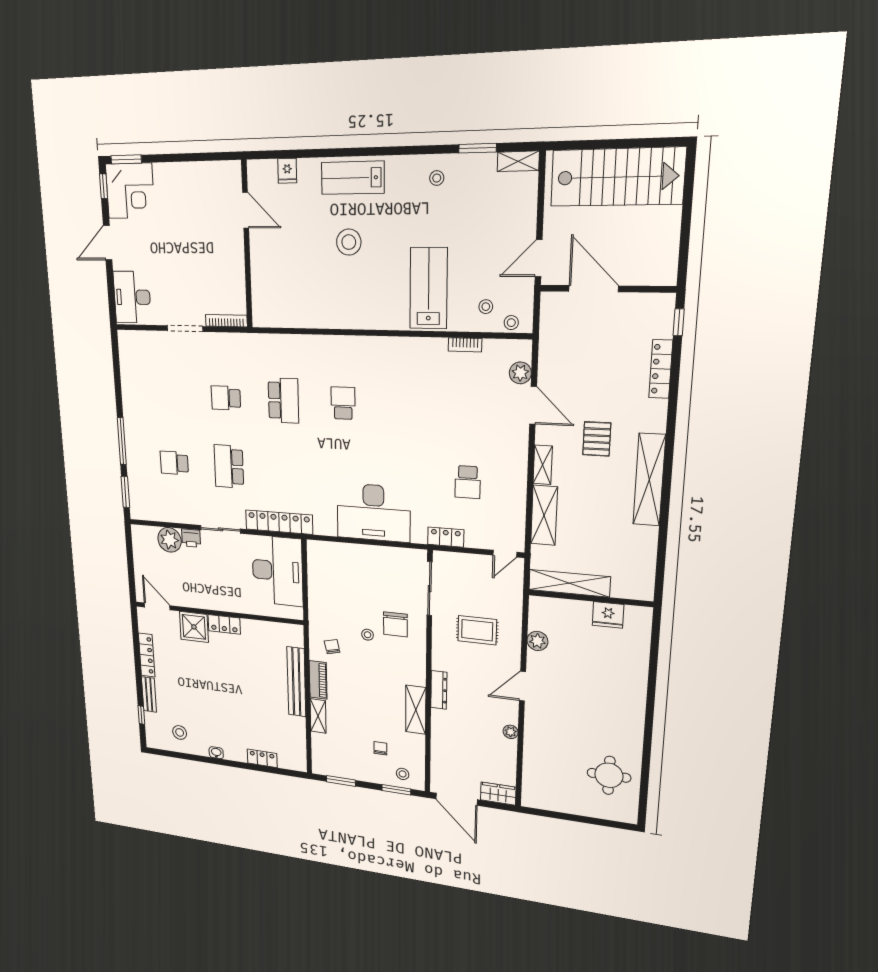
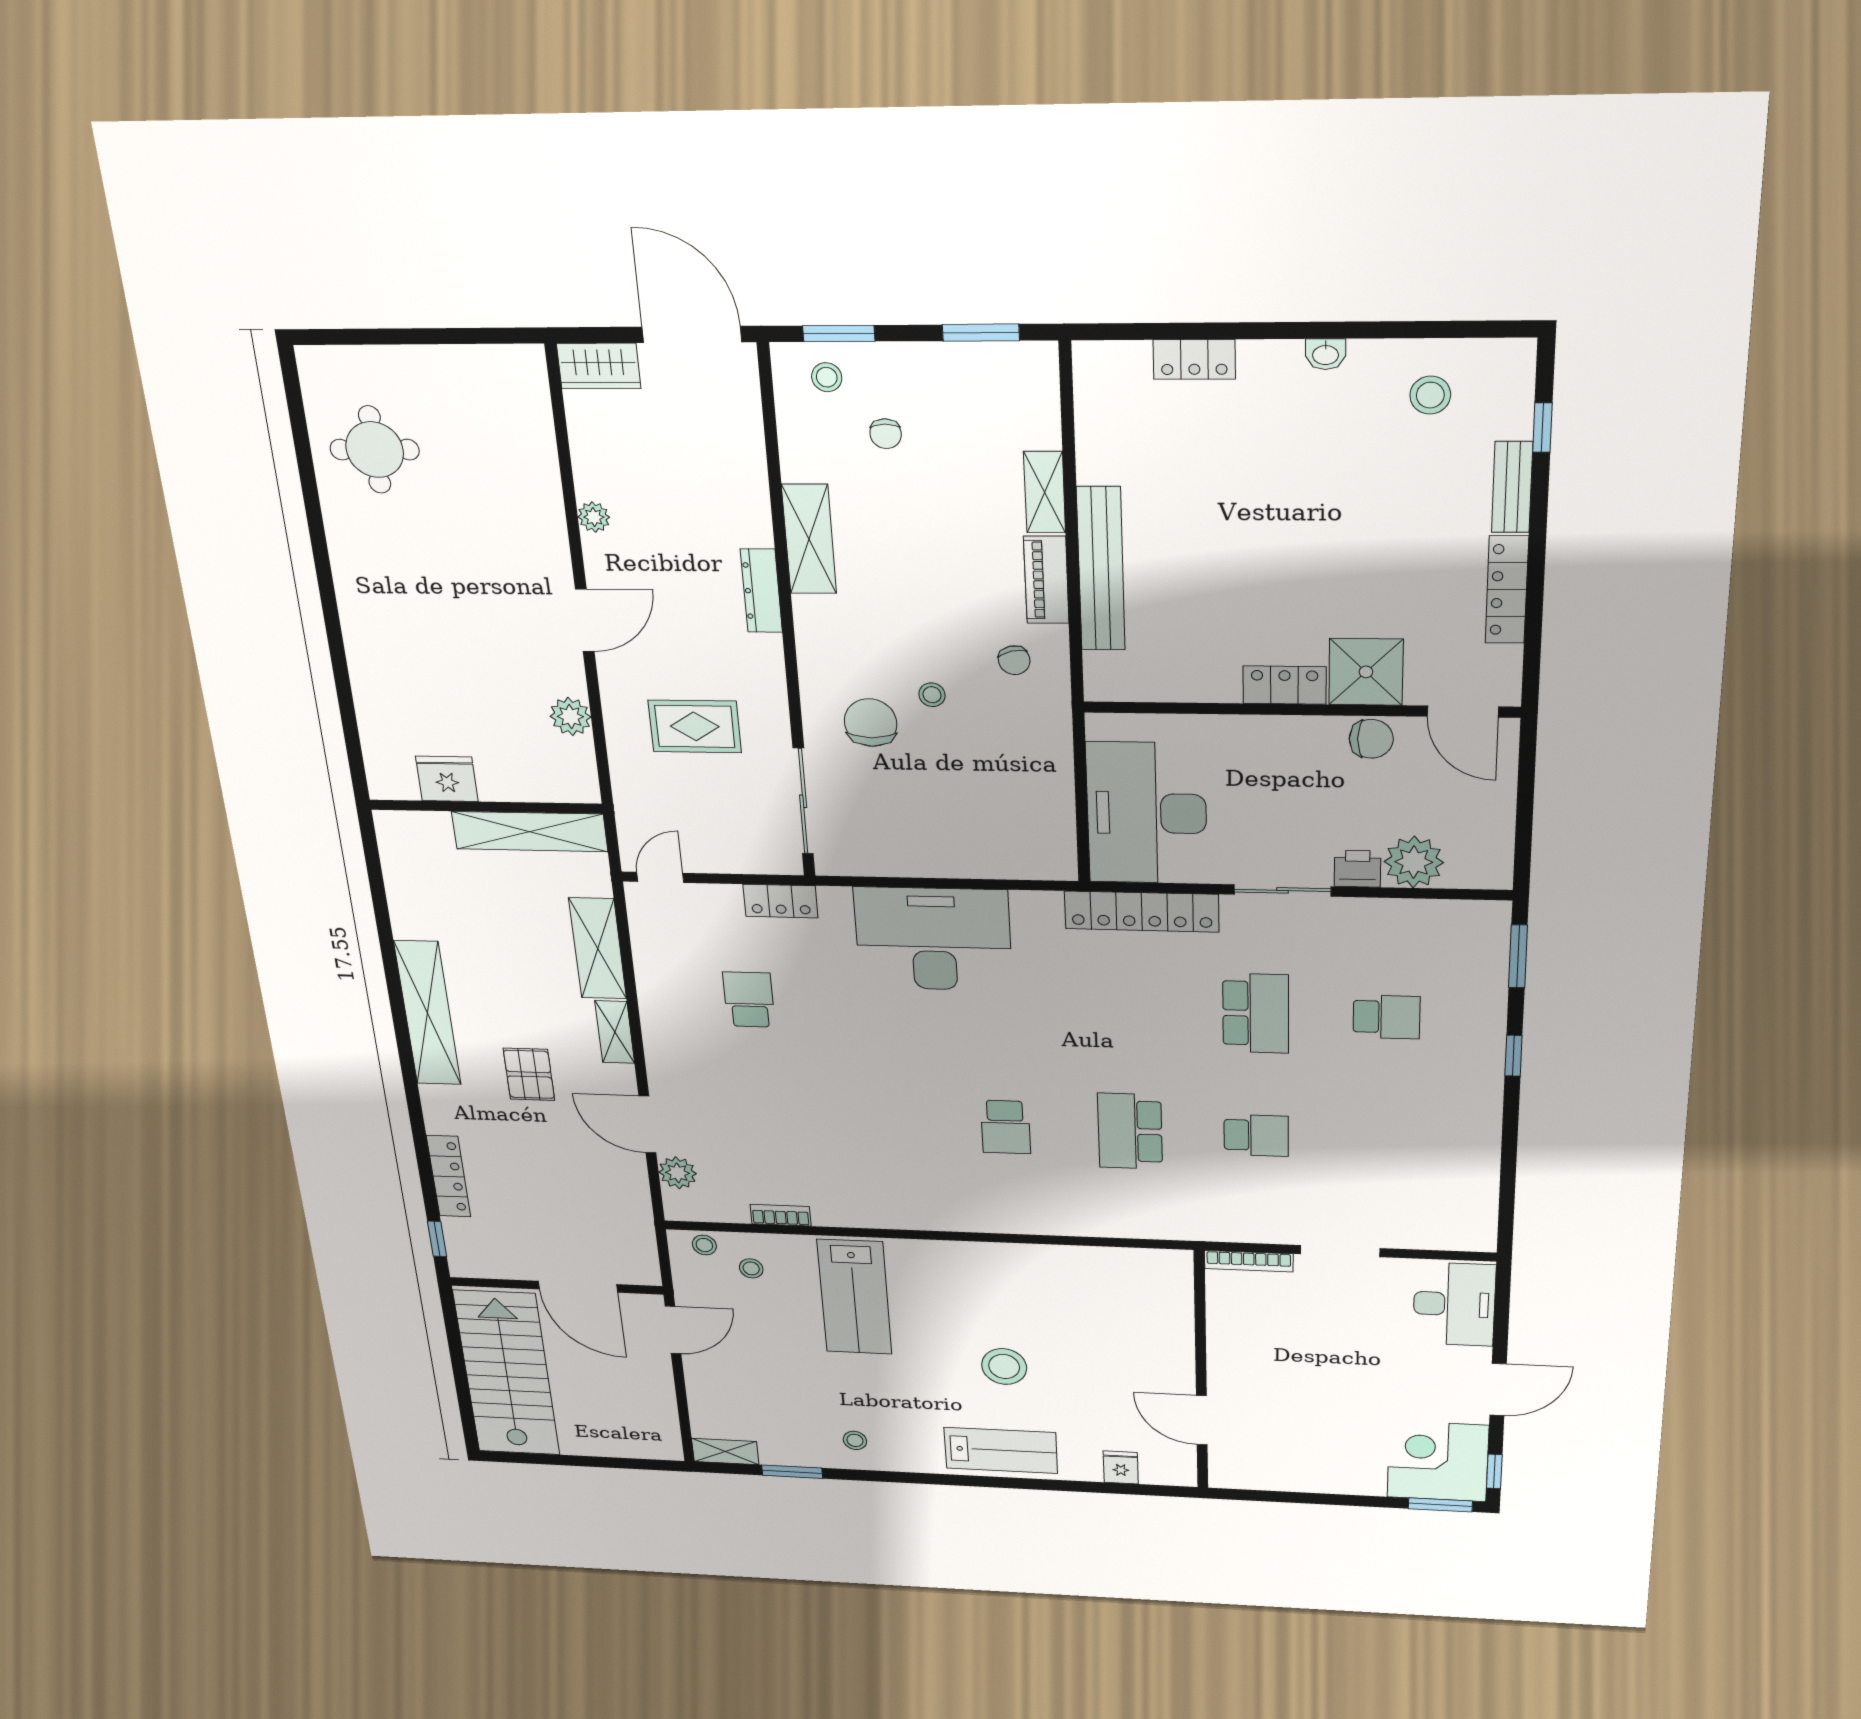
stairs: (617, 177) -> (507, 1373), moved, turned 90
window: (122, 441) -> (1513, 1056), width x0.46
chair: (190, 598) -> (1371, 739), added

